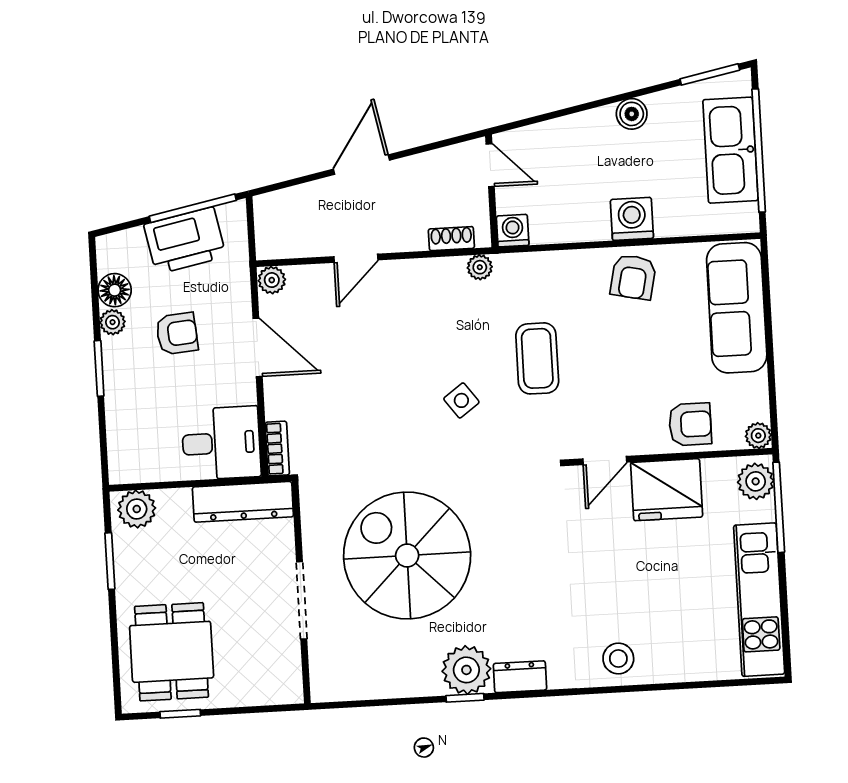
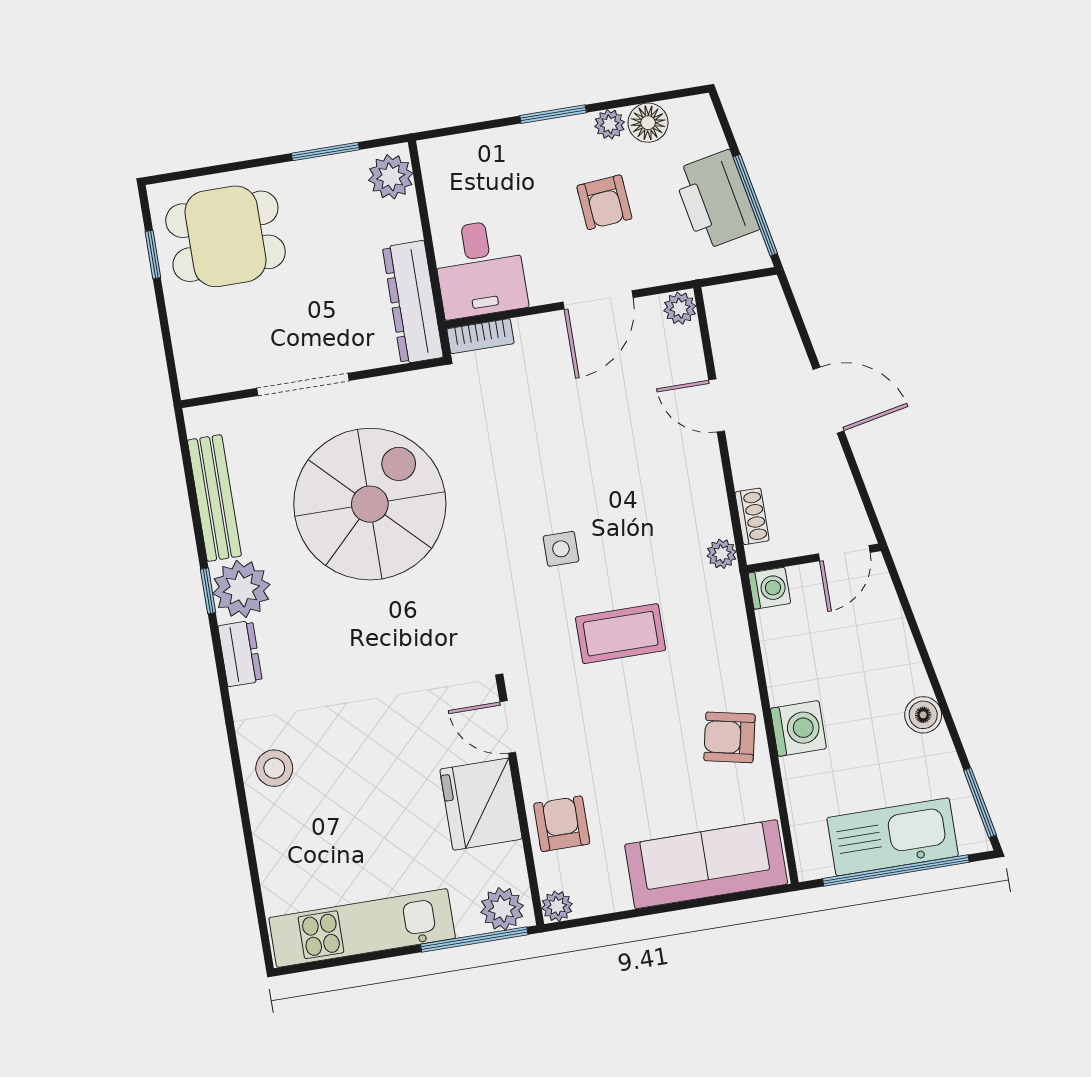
side table: (461, 400) -> (561, 549), turned 36
armchair: (690, 424) -> (562, 824), turned 180
bench: (388, 684) -> (214, 498), added

